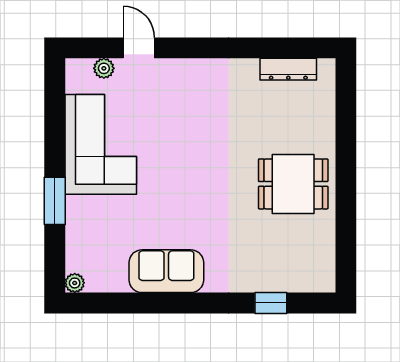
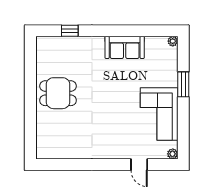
plant: (104, 68) -> (173, 154), moved
dresser: (288, 69) -> (61, 153), removed

